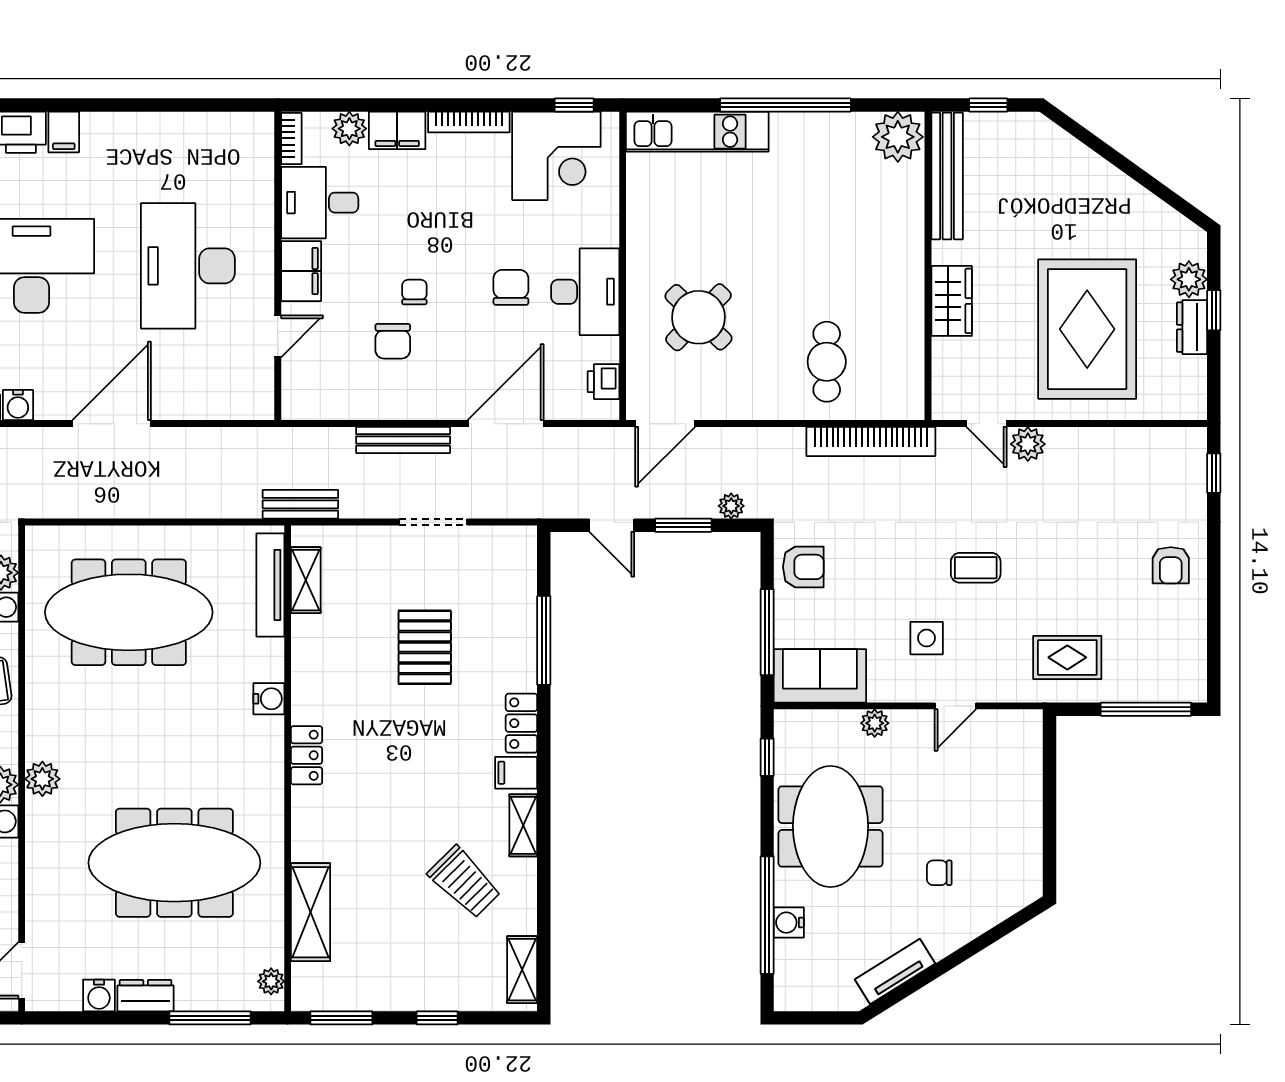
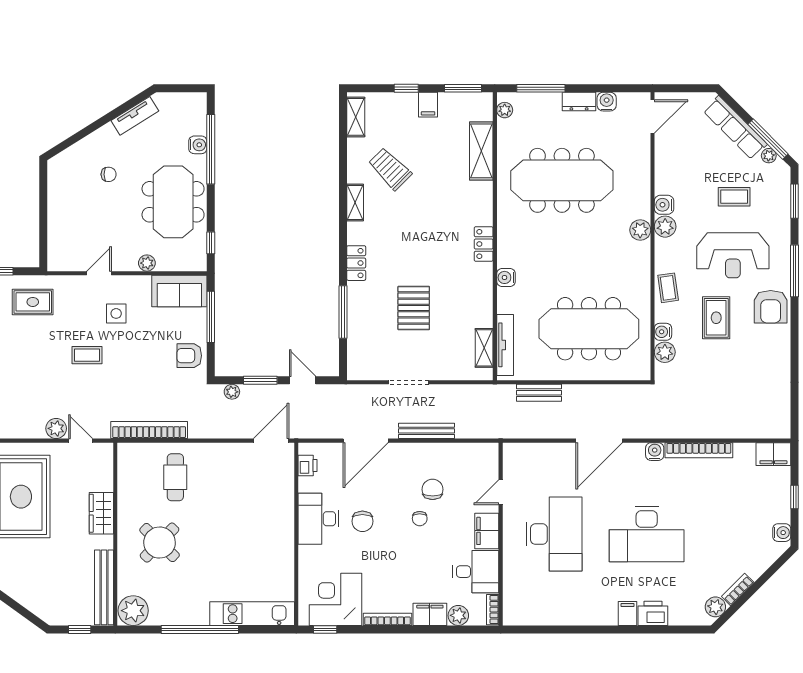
round table: (698, 317) -> (160, 543), moved
bench: (300, 504) -> (539, 393), moved
filing cabinet: (516, 773) -> (428, 105), moved, turned 90

